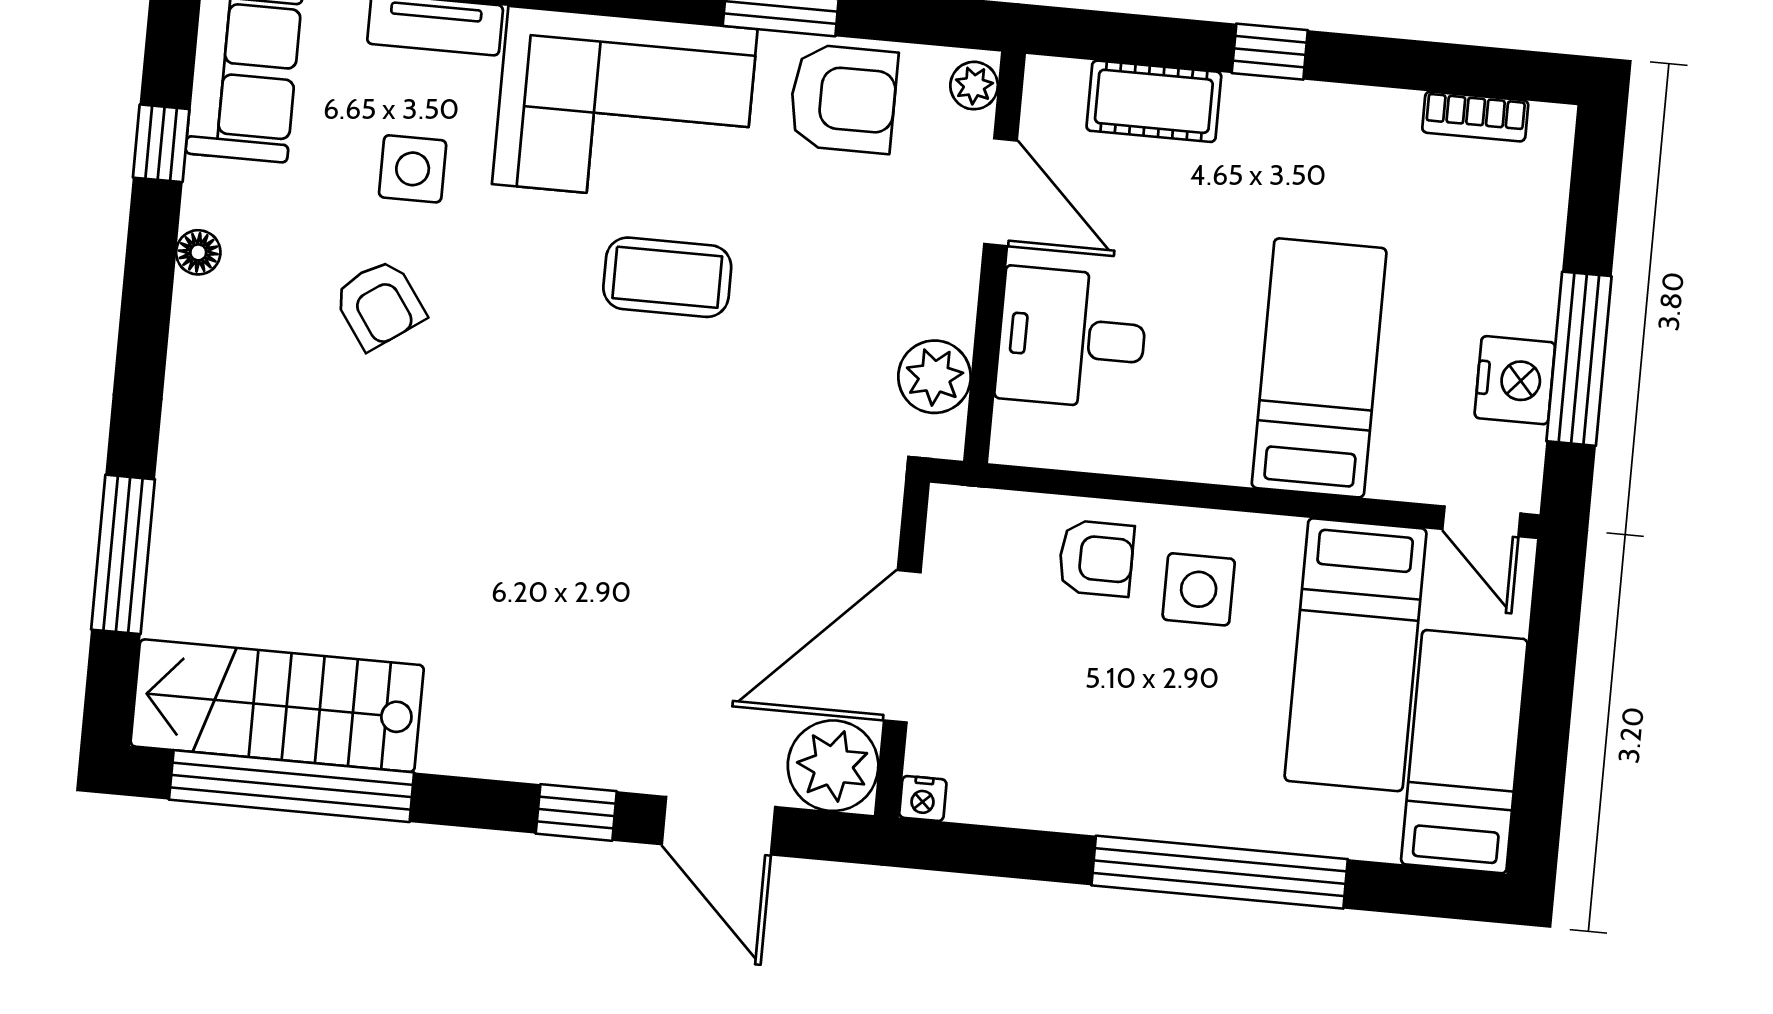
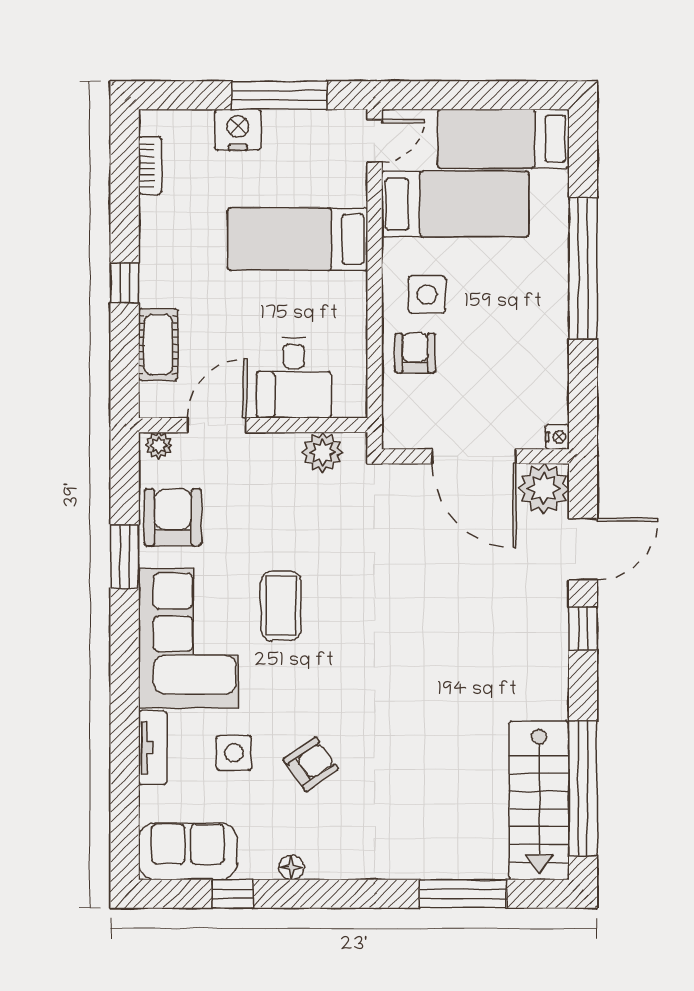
nightstand: (1515, 380) -> (238, 130), moved

